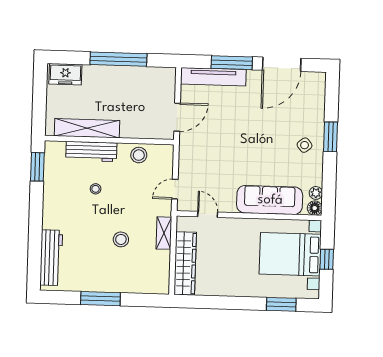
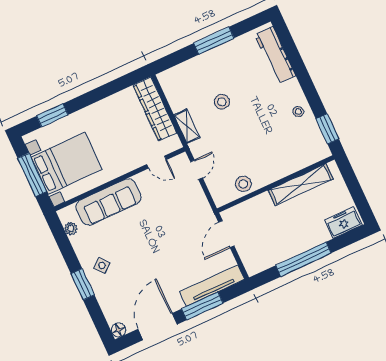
workbench: (91, 151) -> (287, 166), removed
stool: (96, 189) -> (298, 112), moved
floor lamp: (315, 208) -> (119, 330), moved
window: (327, 259) -> (32, 175), width x2.17

